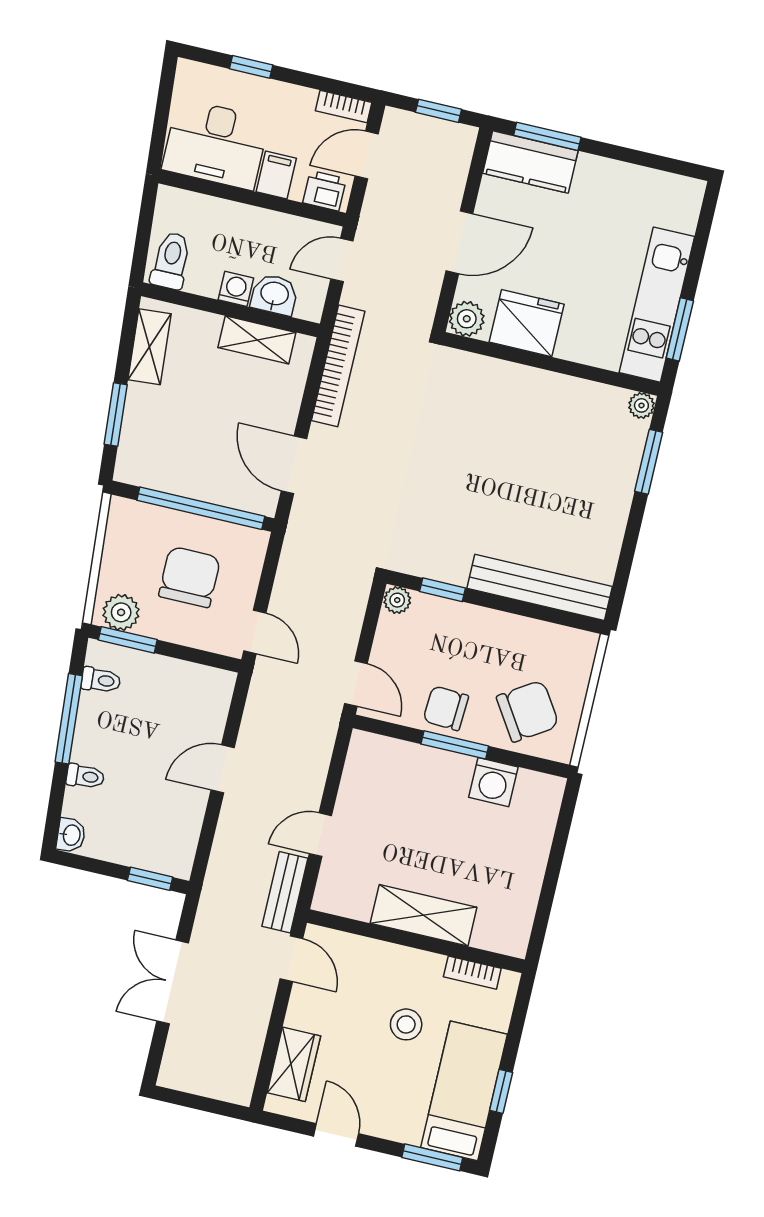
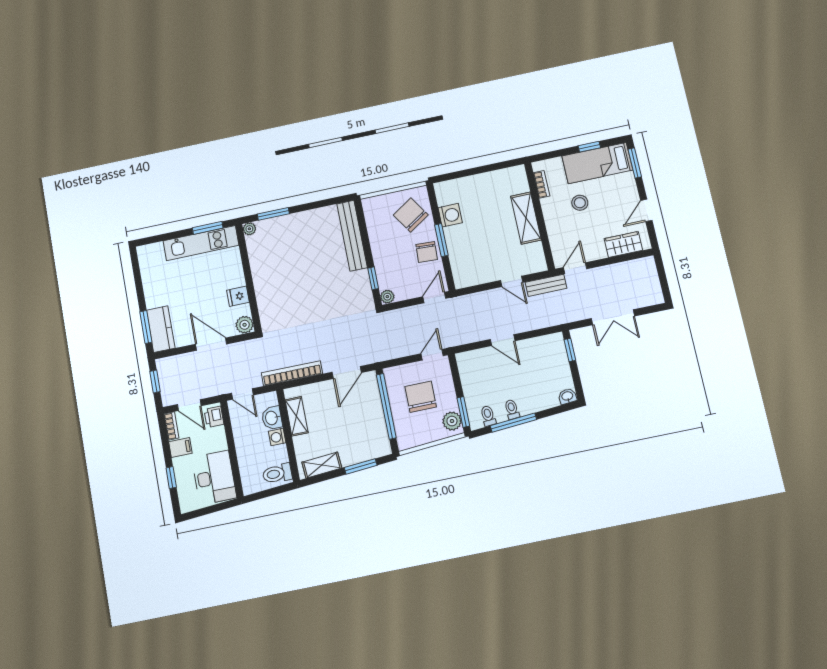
filing cabinet: (276, 175) -> (180, 448), moved, turned 180
fridge: (527, 323) -> (238, 296), width x0.53, depth x0.75
chair: (190, 577) -> (421, 397), turned 90
toilet: (85, 776) -> (512, 409), moved

